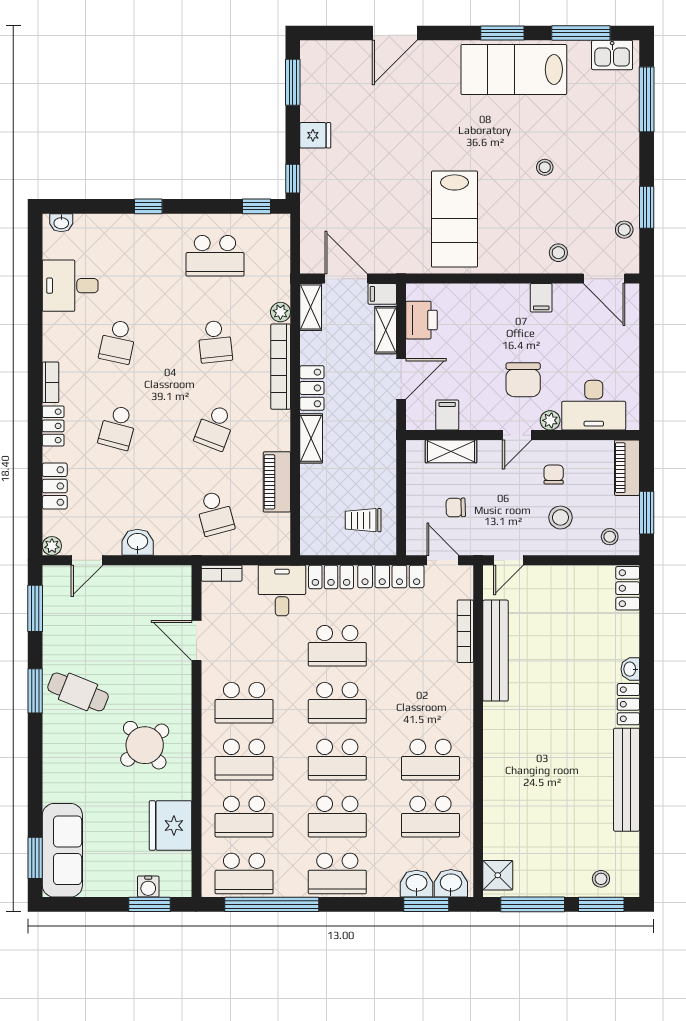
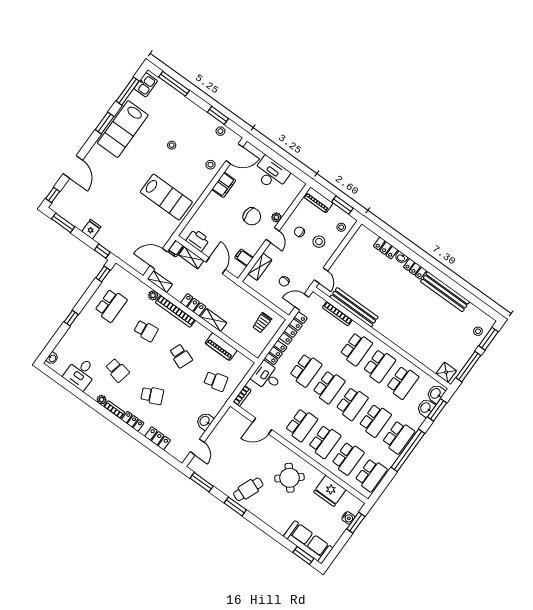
window: (326, 33) -> (53, 195), added
filing cabinet: (541, 298) -> (224, 185), width x2.00
desk: (594, 405) -> (271, 174), moved, turned -90
school desk: (118, 427) -> (152, 395), turned -39
plant: (52, 546) -> (102, 400), moved
locker: (628, 588) -> (386, 248), moved
school desk: (430, 703) -> (356, 349), added
window: (272, 904) -> (408, 450), moved

